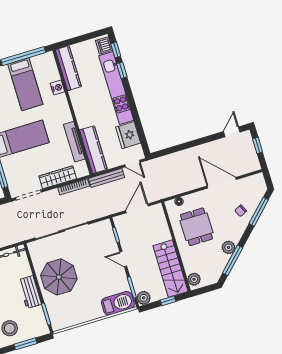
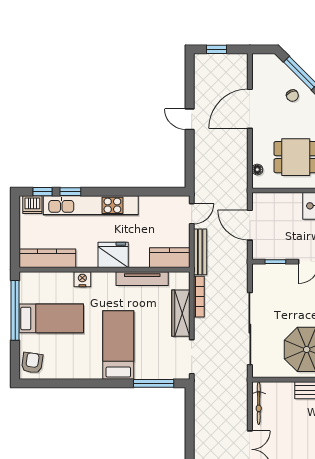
nightstand: (58, 88) -> (82, 279), moved
door: (232, 132) -> (190, 119), moved
fridge: (128, 135) -> (113, 255), moved, turned 180
kitchen counter: (93, 150) -> (170, 258), width x0.67

